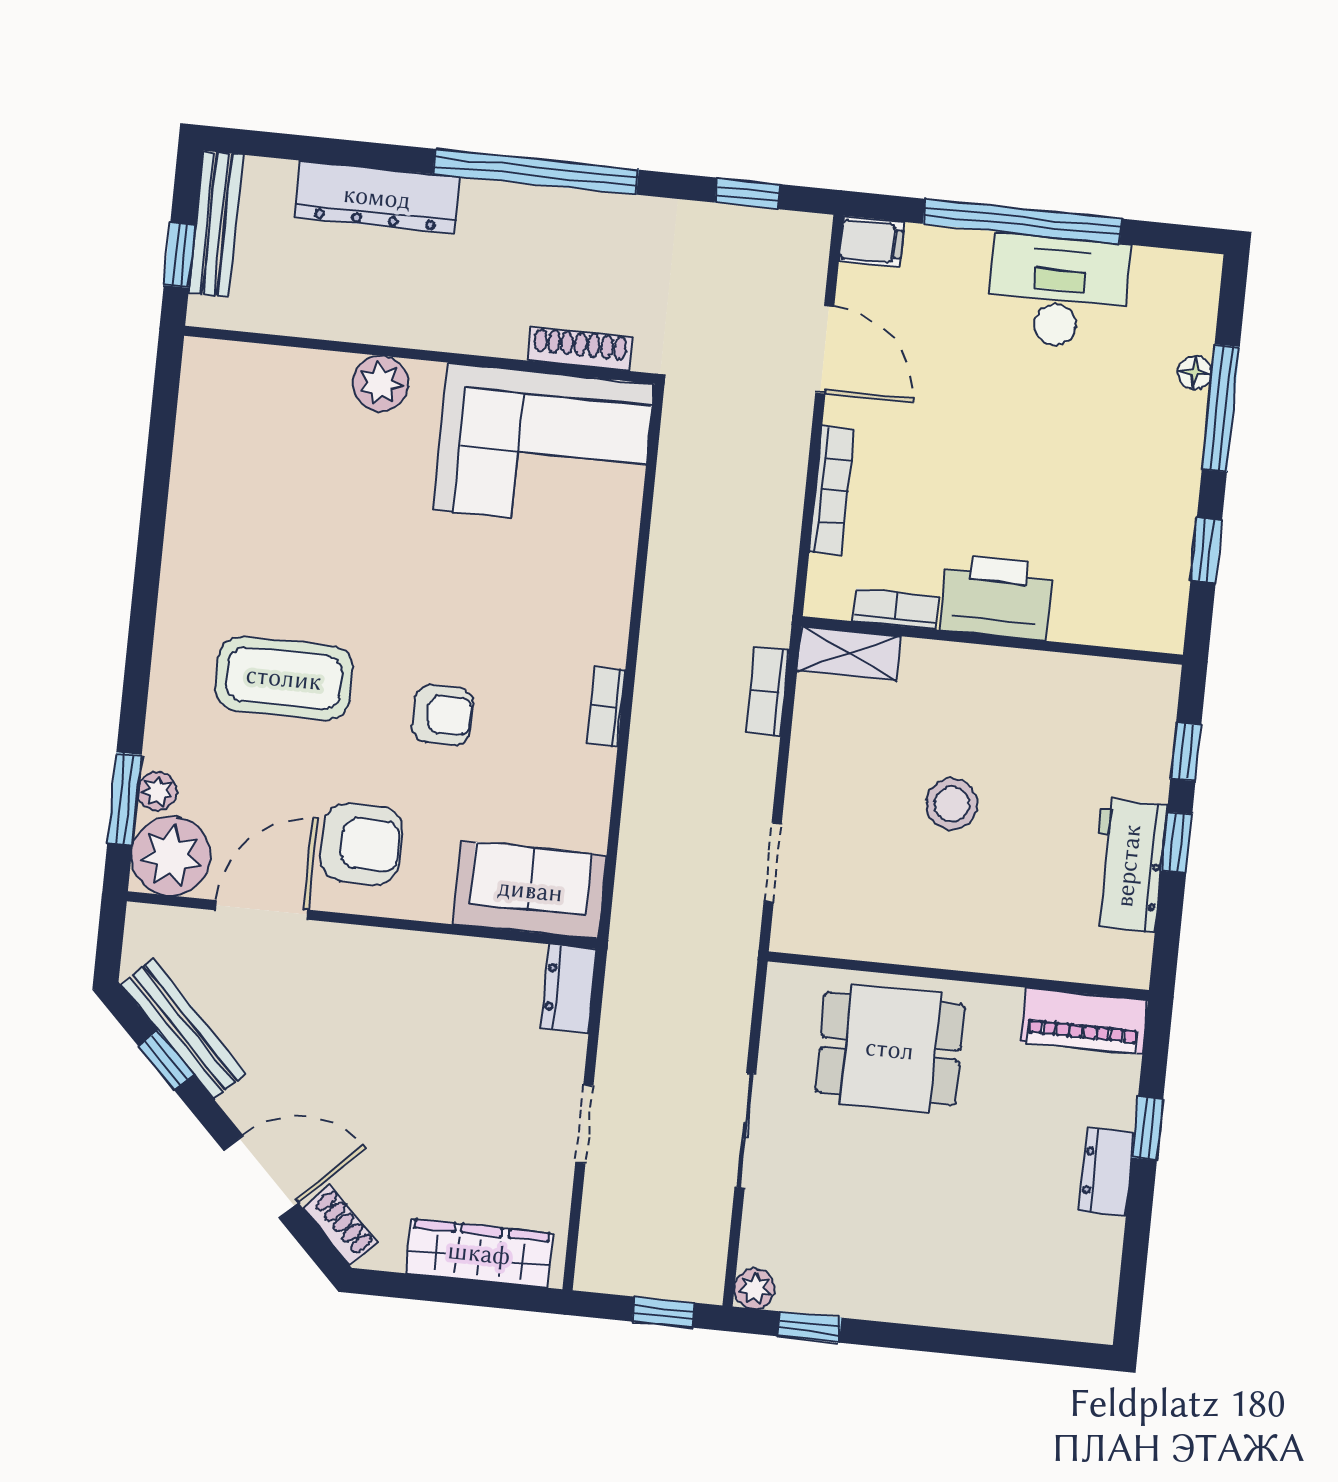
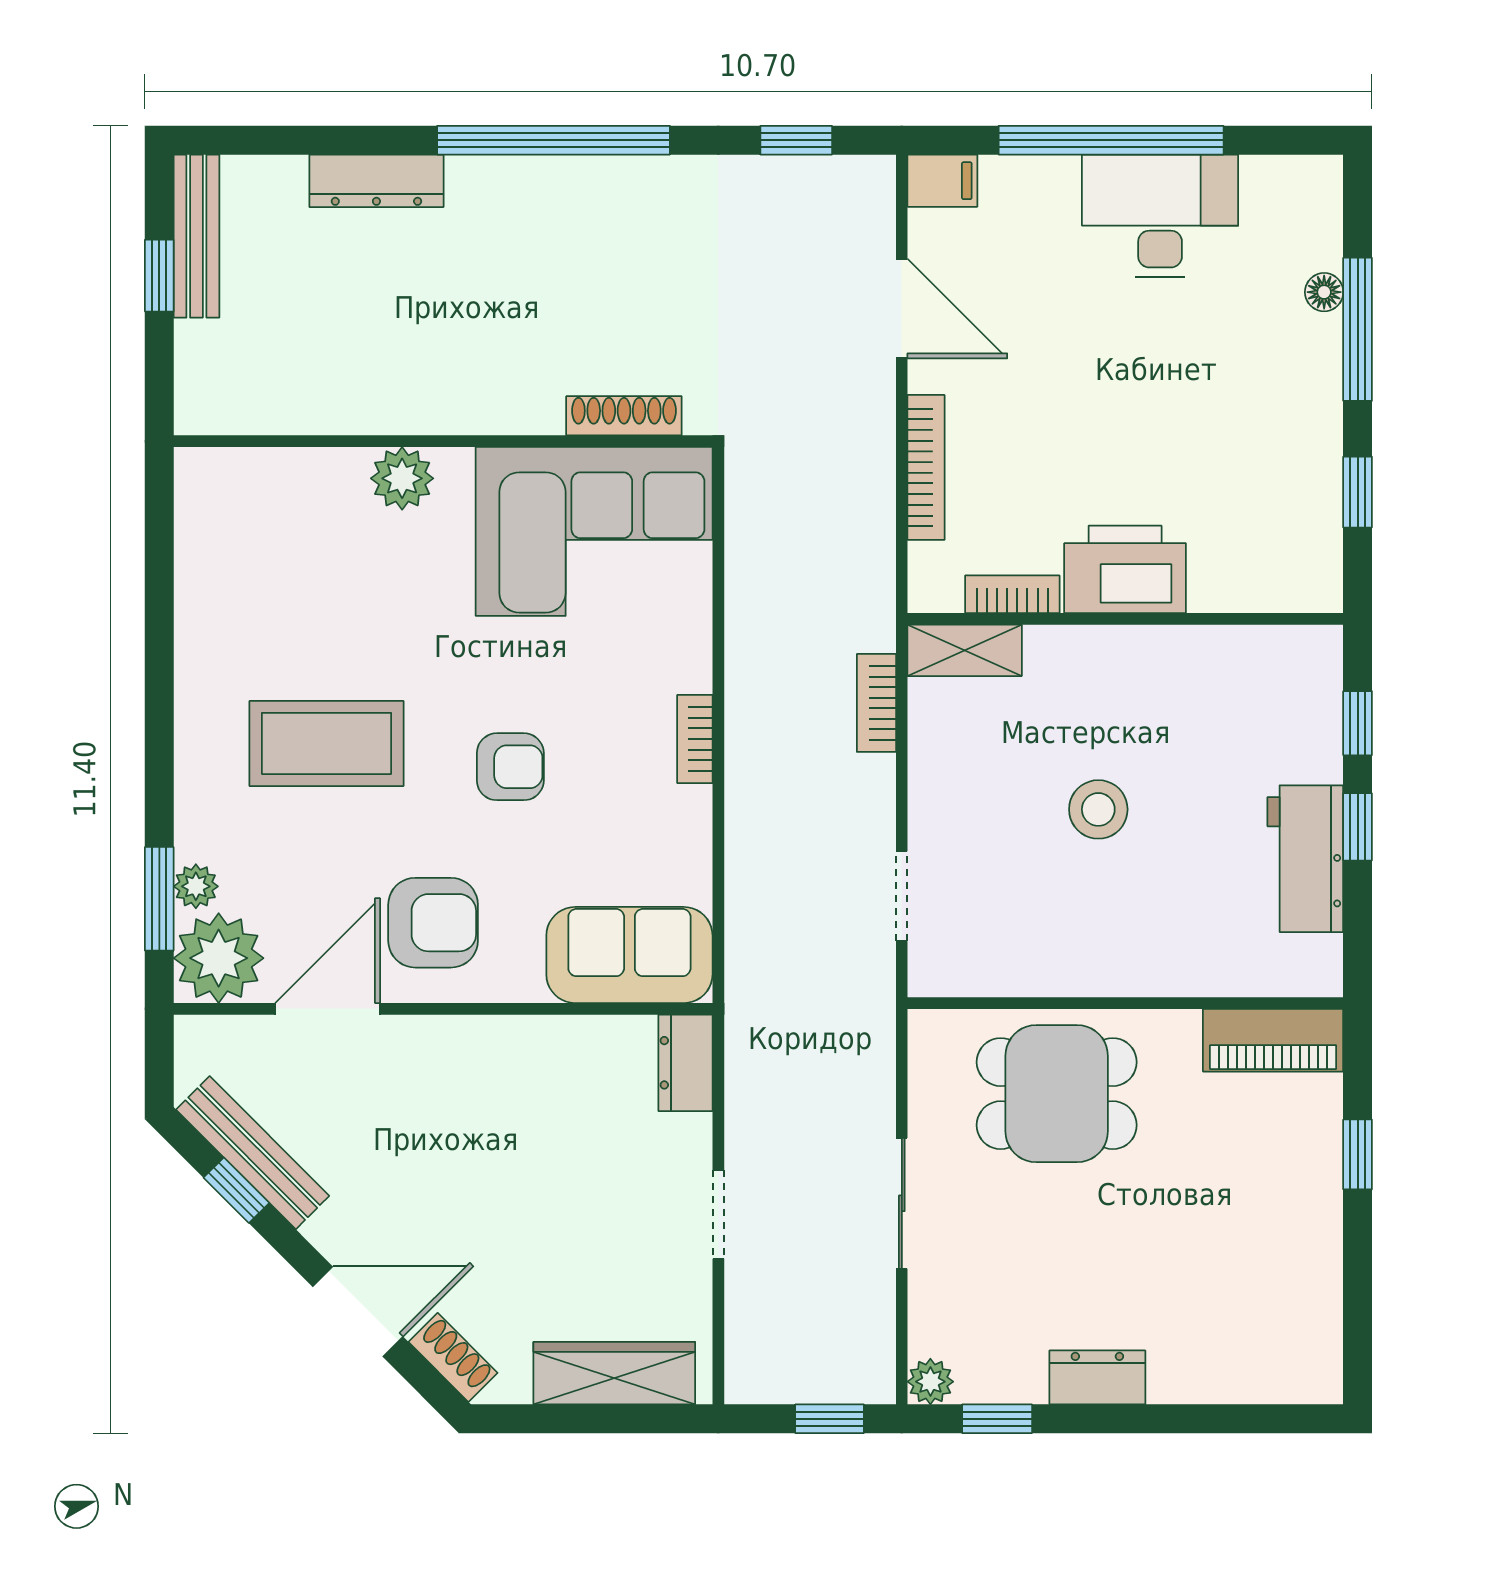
dresser: (377, 197) -> (376, 181), width x0.73, depth x0.80
shoe rack: (580, 349) -> (624, 416), moved
wall: (420, 355) -> (443, 441), moved
plant: (381, 383) -> (402, 478), moved
corner sofa: (544, 447) -> (594, 531), moved
dresser: (1107, 1172) -> (1097, 1377), moved, turned 90

